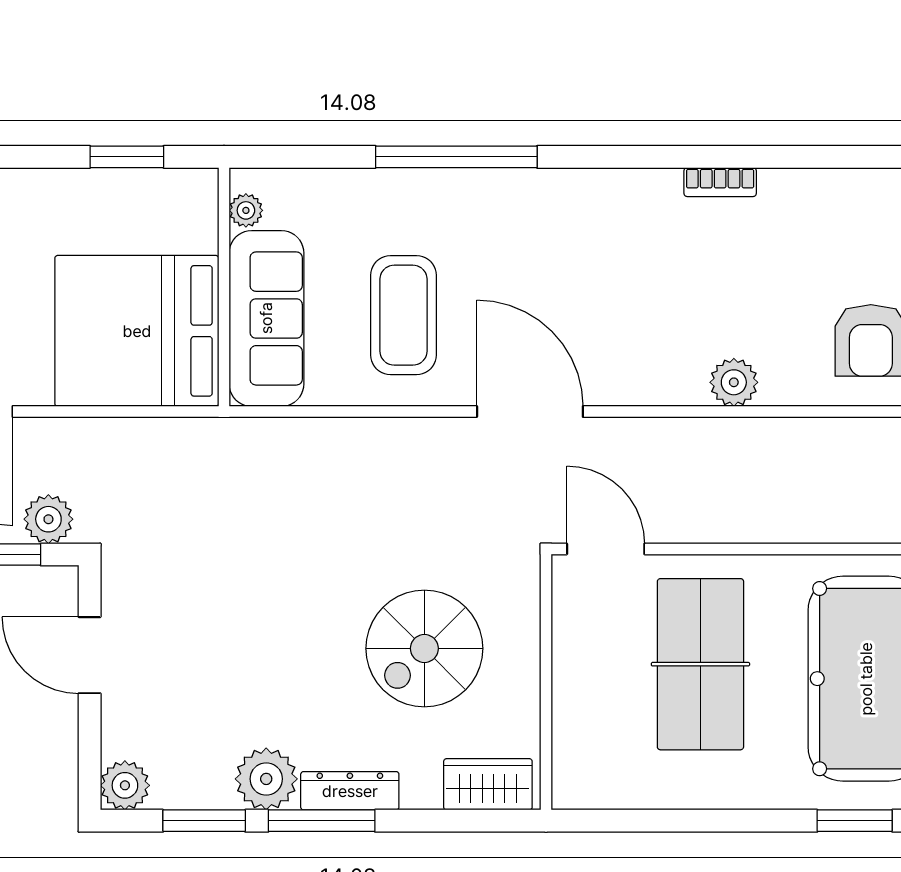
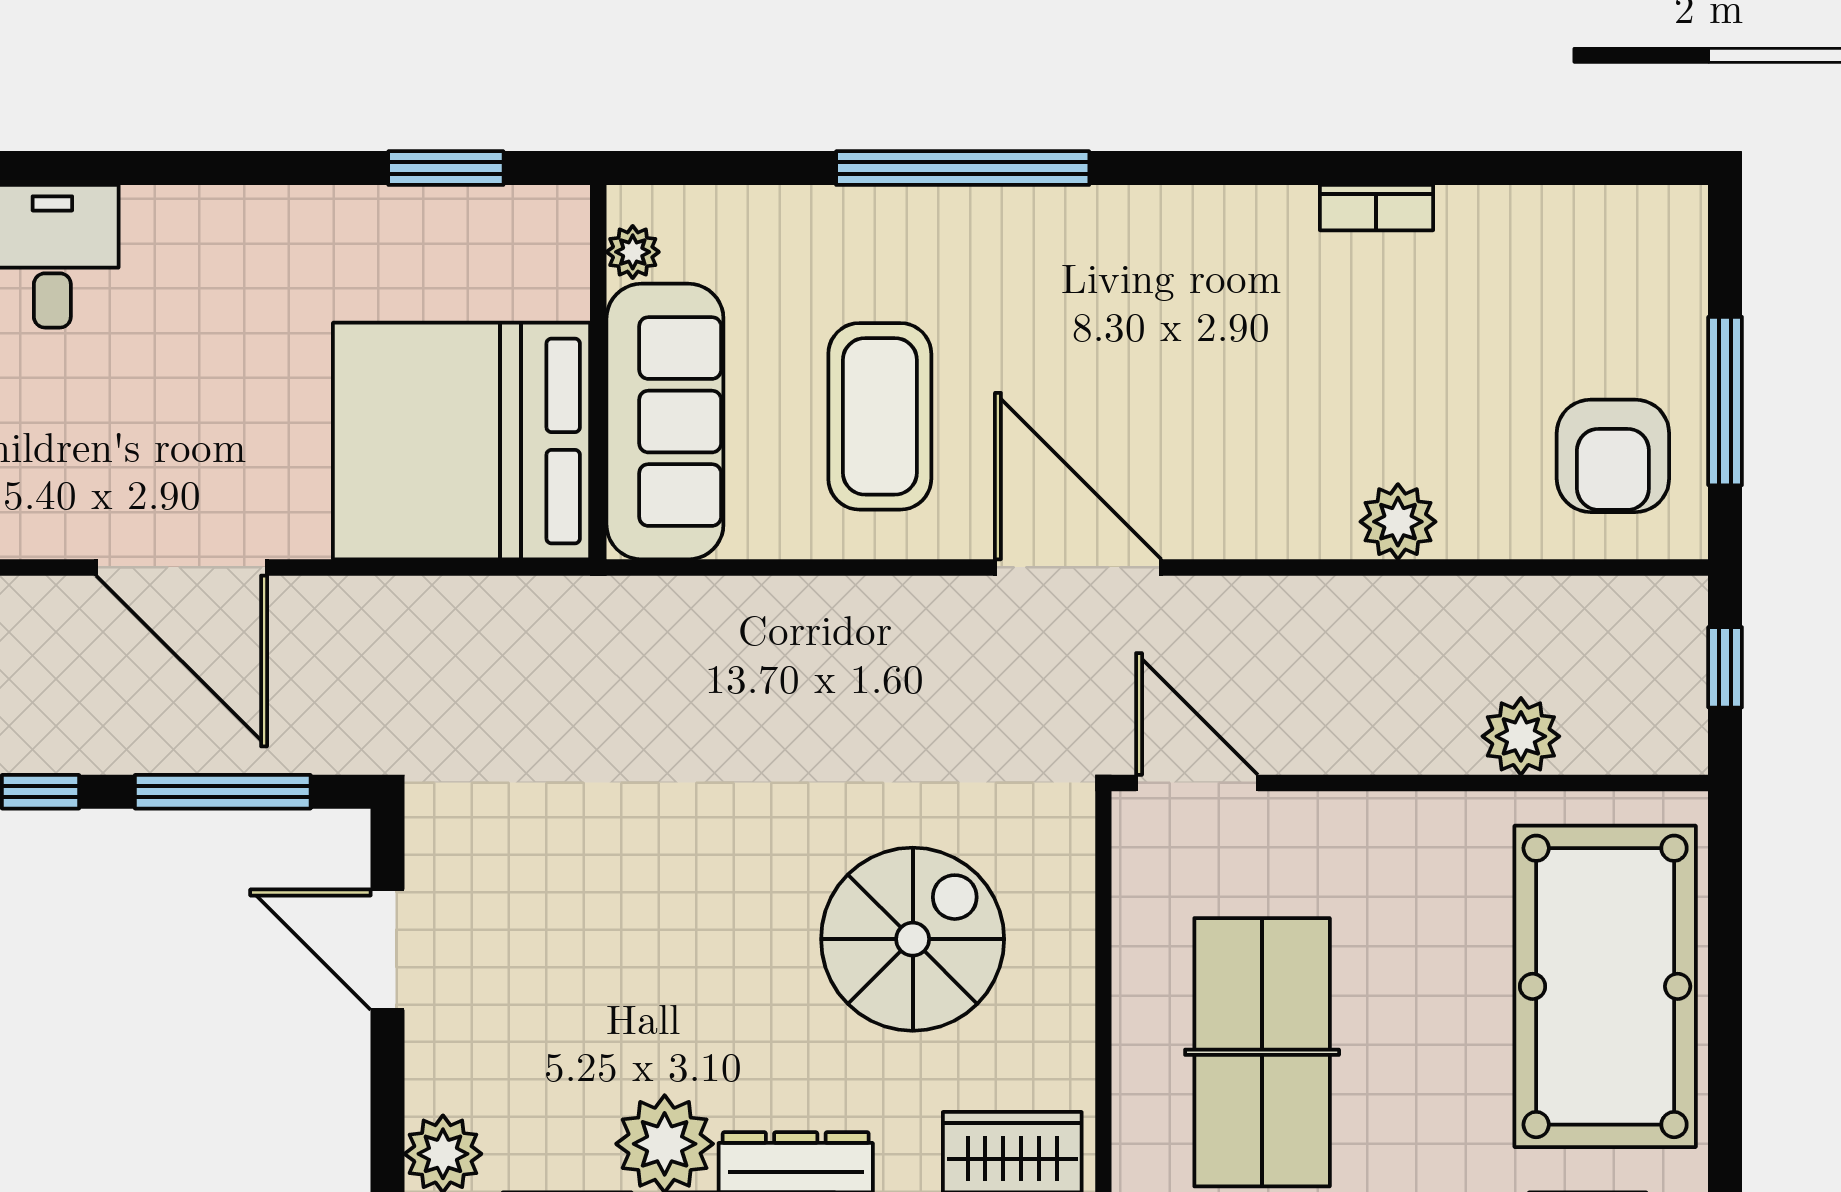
plant: (48, 519) -> (1521, 736), moved
spiral stairs: (424, 648) -> (913, 939), turned 180
table tennis table: (700, 664) -> (1262, 1052), moved

